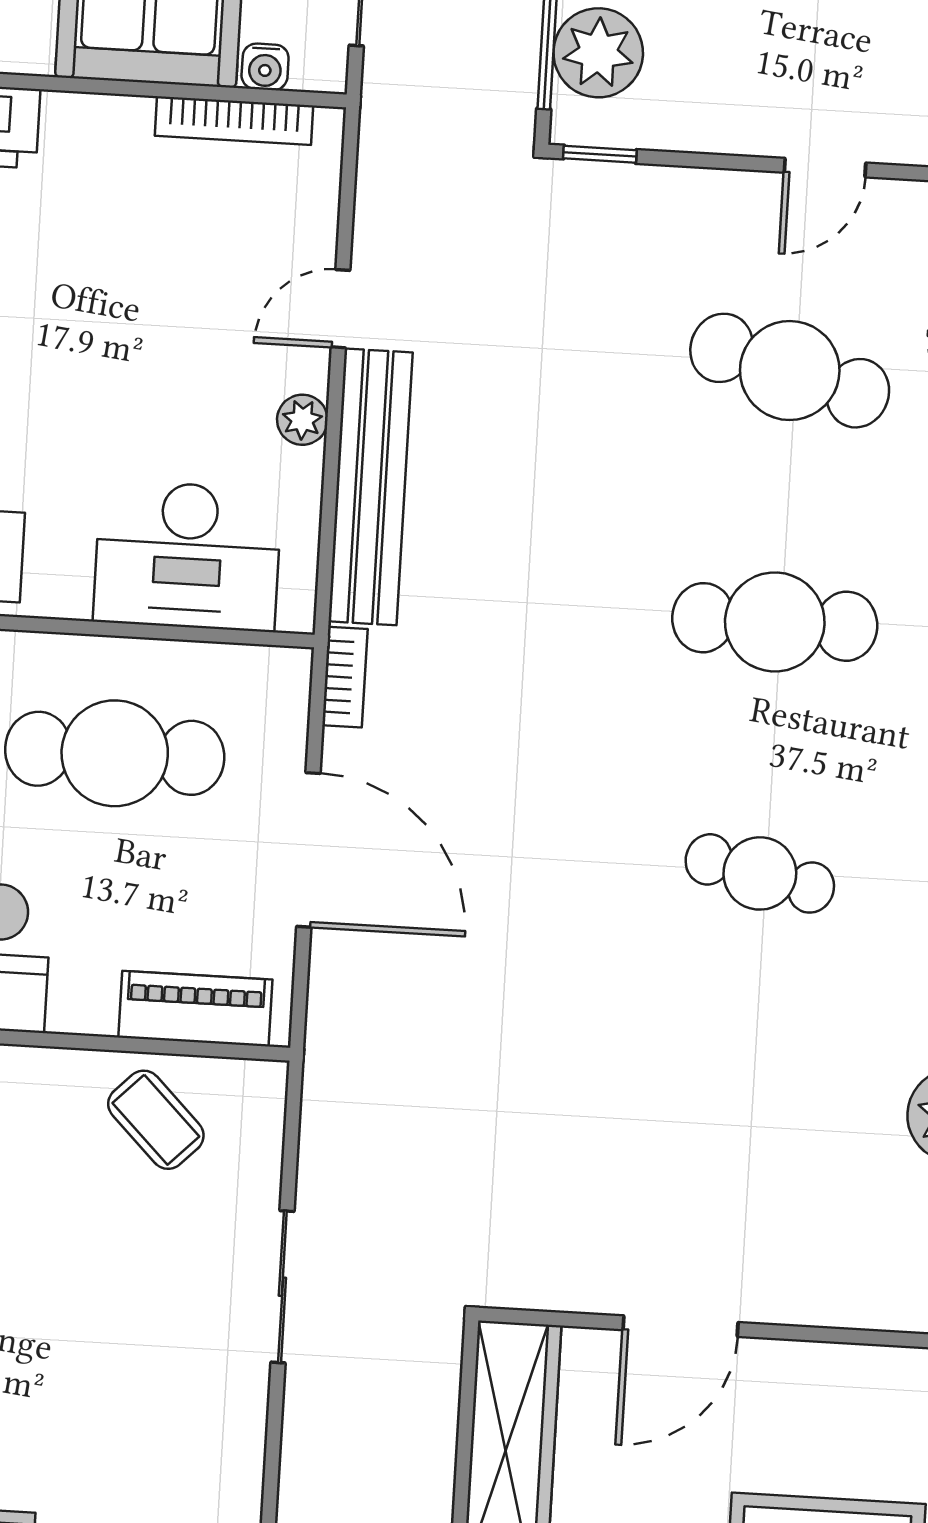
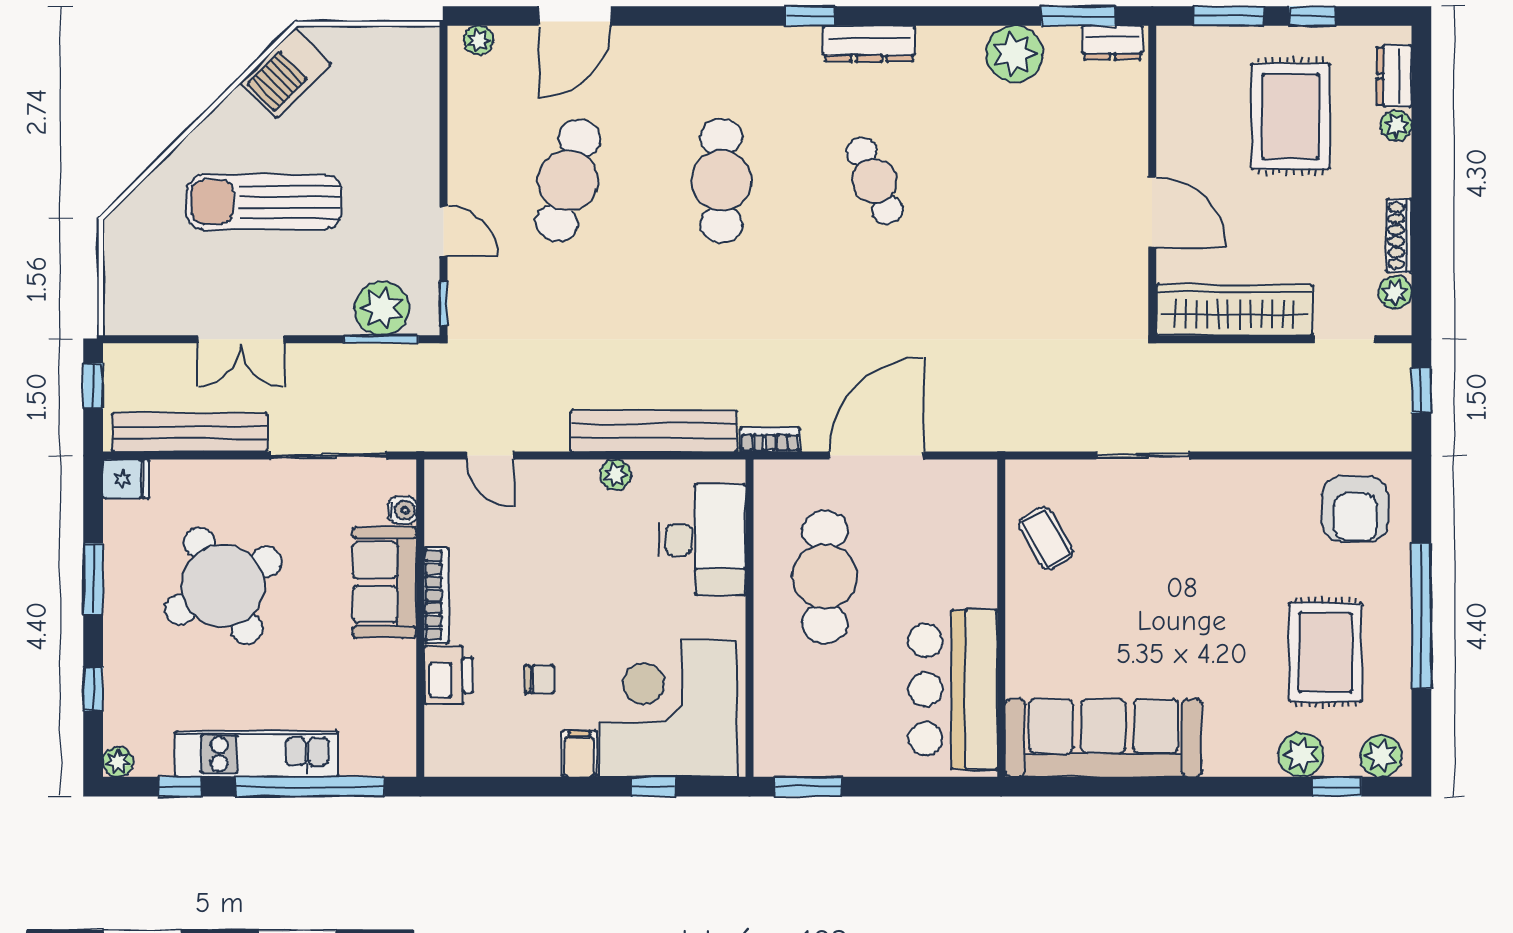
bookcase: (234, 121) -> (436, 595), moved
door: (825, 168) -> (444, 231), moved
door: (341, 309) -> (490, 456), moved
cafe table: (760, 873) -> (875, 181), turned -36
piano: (195, 1009) -> (977, 518), removed
coffee table: (156, 1120) -> (1046, 538), turned -75

